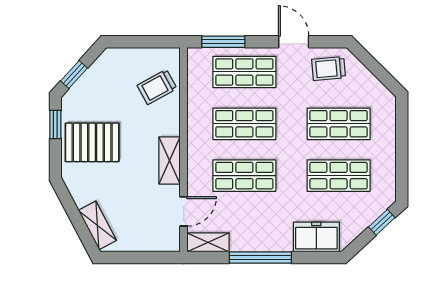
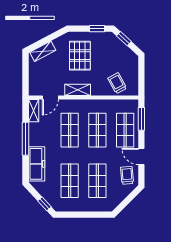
door: (294, 42) -> (141, 157), swing flipped
pallet: (92, 142) -> (80, 56), moved
door: (184, 211) -> (50, 97), hinge flipped
freezer: (316, 237) -> (37, 164), width x1.40

